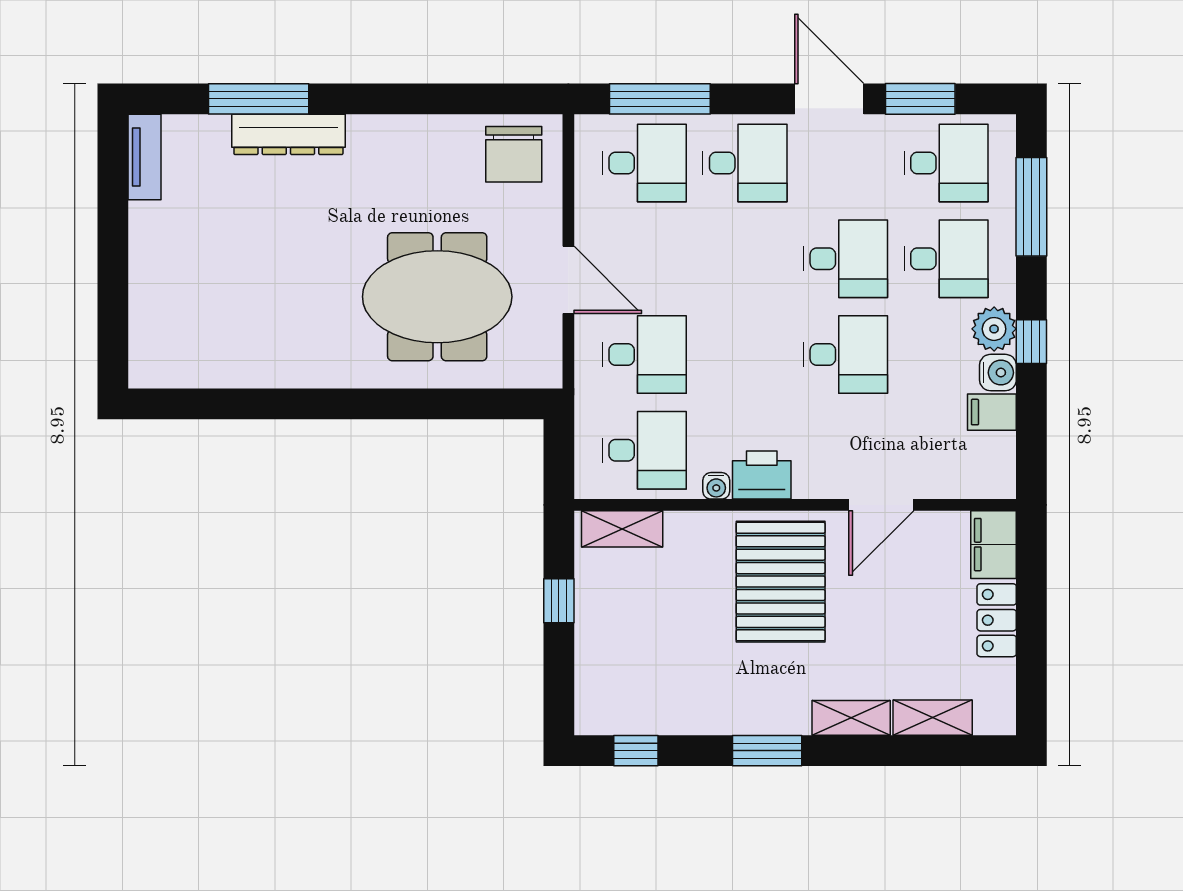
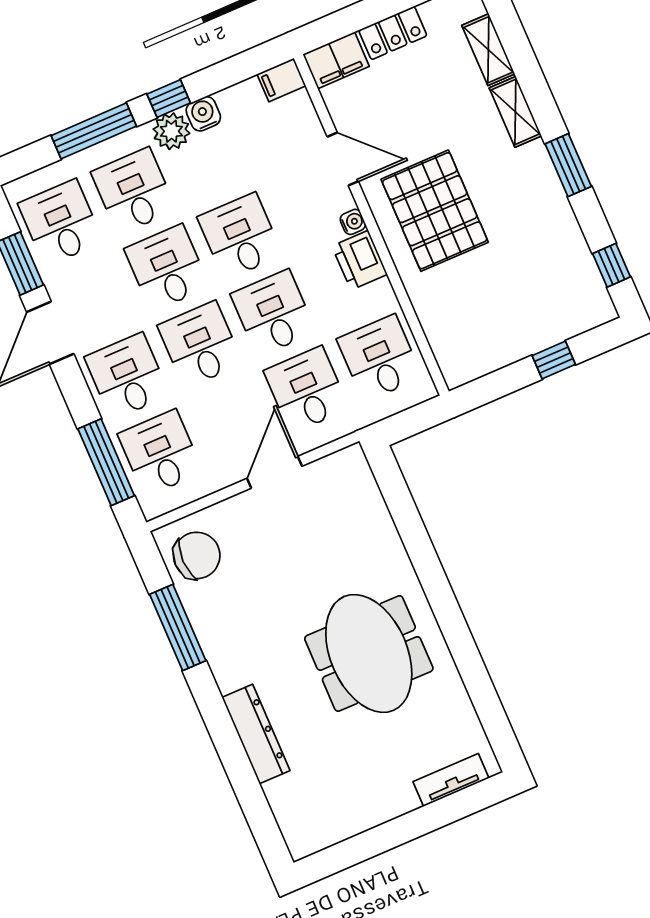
window: (259, 99) -> (178, 628), moved
tv unit: (144, 157) -> (451, 780), moved
window: (1031, 207) -> (94, 131), moved
desk: (745, 259) -> (200, 345), added
meeting table: (437, 297) -> (369, 653), moved
desk: (745, 355) -> (273, 313), added
filing cabinet: (992, 412) -> (281, 80), moved, turned 90
water cooler: (716, 486) -> (353, 222), moved
shelving: (622, 529) -> (447, 349), removed
pallet: (781, 582) -> (435, 211), turned 90
window: (559, 601) -> (554, 360), moved

